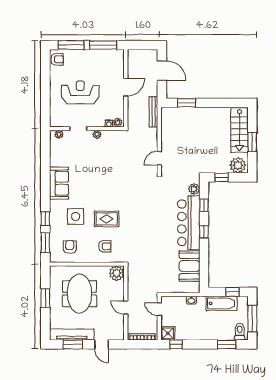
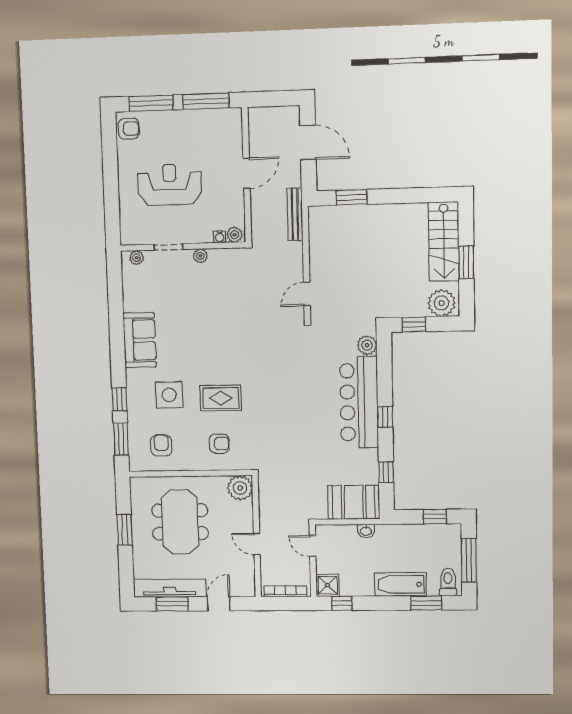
window: (204, 205) -> (386, 472), moved
booth: (189, 266) -> (354, 502), moved, turned 90
bathtub: (222, 303) -> (400, 584), moved, turned 180
door: (101, 344) -> (219, 604), swing flipped

